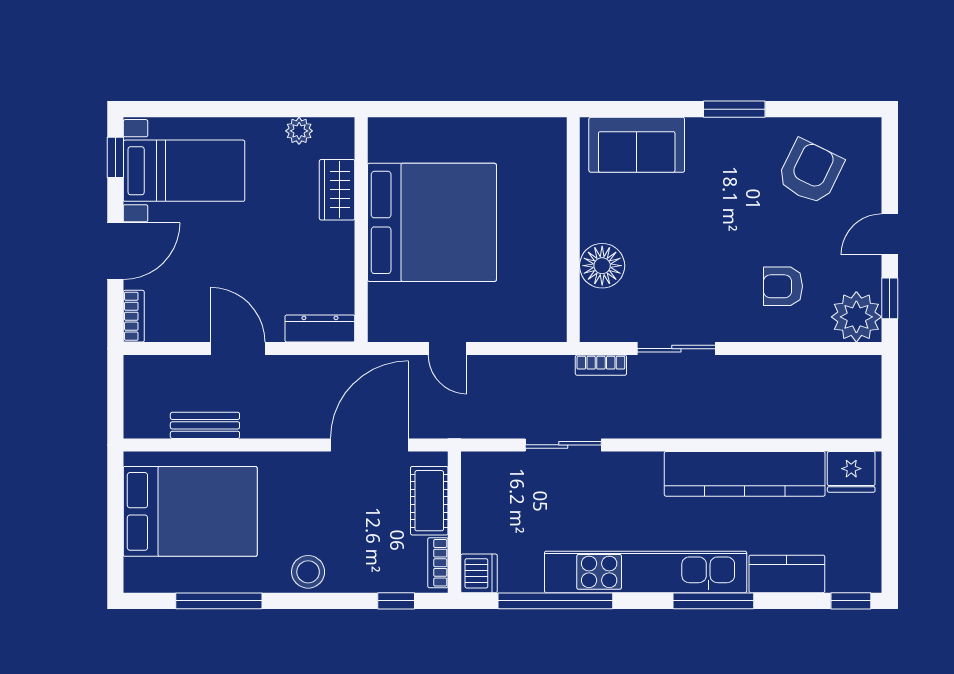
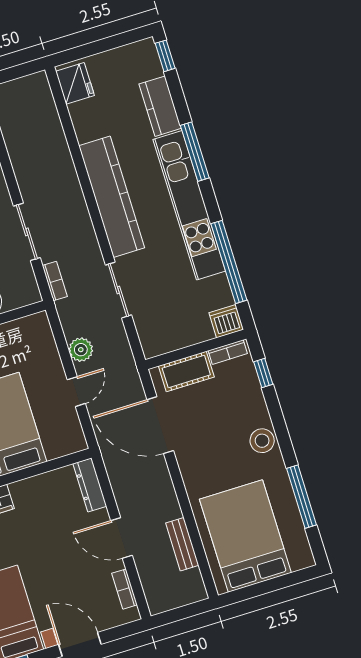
bookcase: (134, 316) -> (125, 589), moved, turned -90
door: (238, 349) -> (122, 538), hinge flipped
plant: (501, 372) -> (81, 350), added
kitchen counter: (745, 474) -> (112, 197), moved

